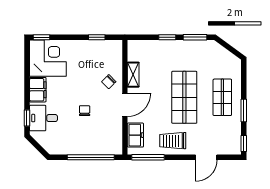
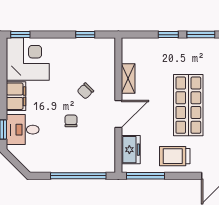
chair: (109, 82) -> (85, 91), moved

